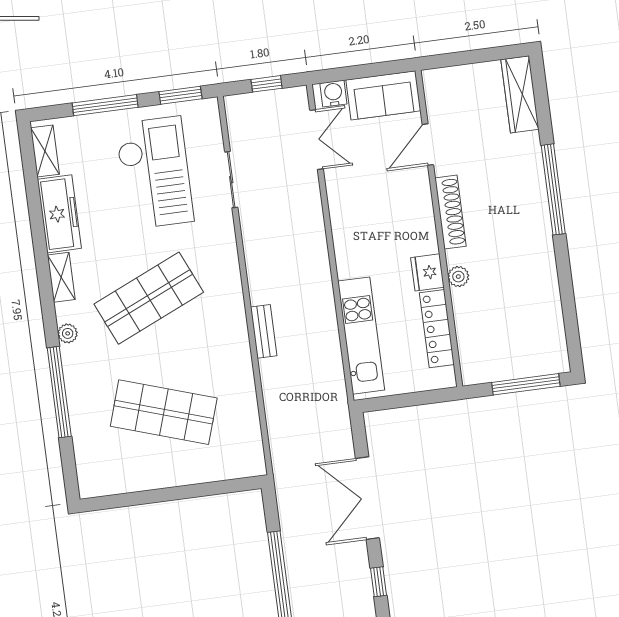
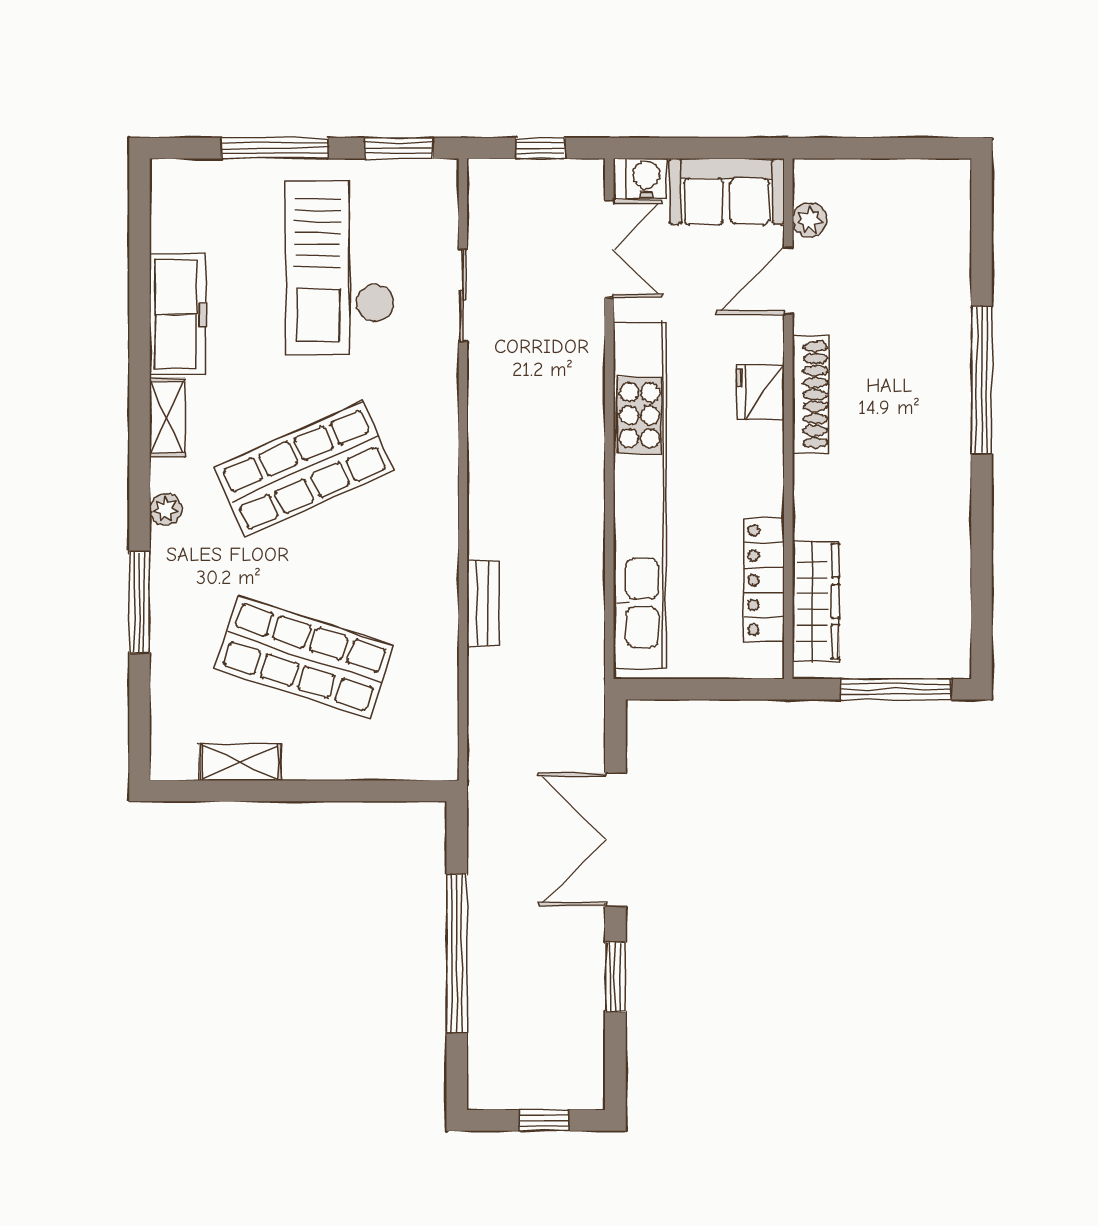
wardrobe: (520, 94) -> (816, 601), moved, turned 180
shelving: (45, 151) -> (240, 762), moved, turned 90
checkout: (154, 173) -> (340, 268), turned 180
fridge: (427, 272) -> (760, 392), moved
plant: (458, 277) -> (810, 220), moved
bench: (264, 331) -> (483, 603), moved
kitchen unit: (361, 336) -> (640, 495), width x1.86
window: (59, 392) -> (139, 602), width x0.68
window: (378, 582) -> (615, 977), width x1.50

